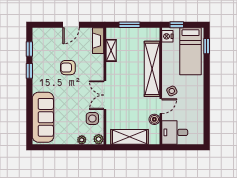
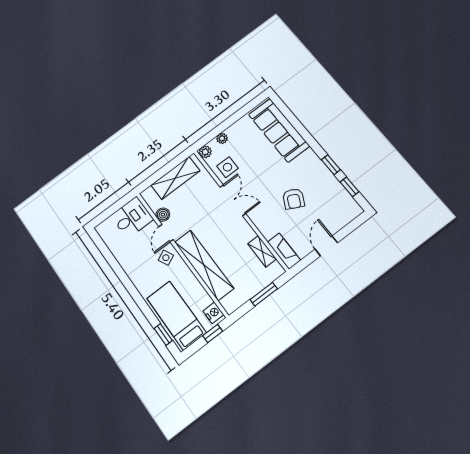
armchair: (68, 68) -> (294, 199), turned 117

